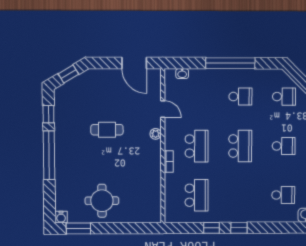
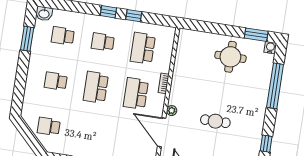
school desk: (240, 97) -> (103, 42), moved
door: (163, 109) -> (162, 132), width x1.88
window: (49, 155) -> (275, 86), moved

